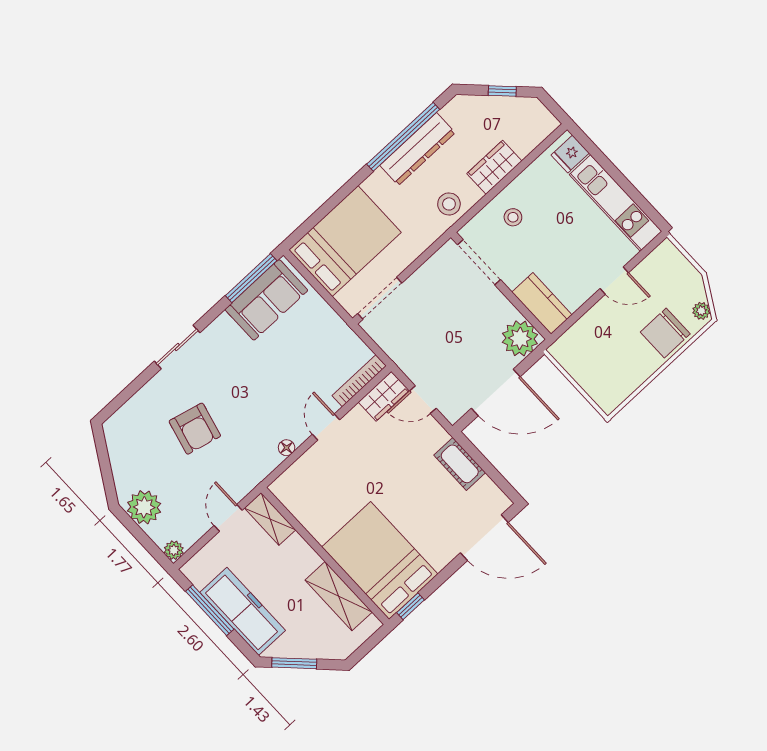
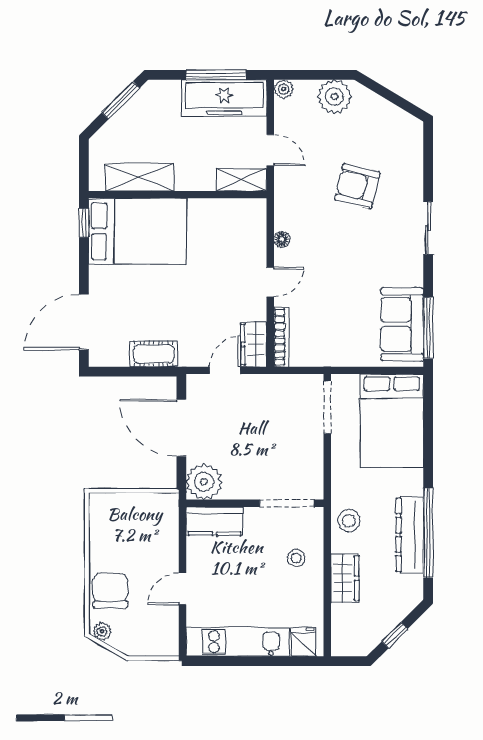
door: (496, 392) -> (181, 428), hinge flipped
door: (326, 427) -> (270, 282), hinge flipped
freezer: (243, 611) -> (224, 98), moved

